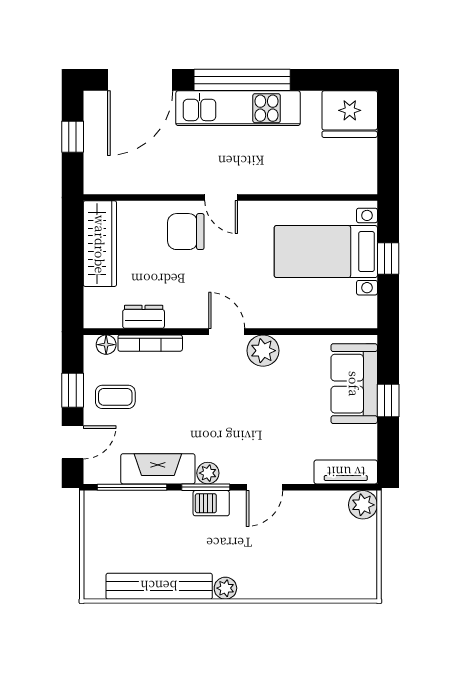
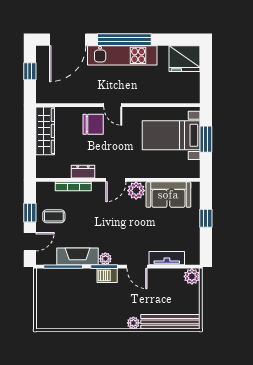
chair: (186, 232) -> (93, 124), turned 180
window: (388, 259) -> (206, 139), width x1.50
dresser: (144, 317) -> (83, 172), moved
door: (227, 332) -> (116, 180), swing flipped
floor lamp: (106, 345) -> (49, 187), removed
sofa: (354, 384) -> (168, 195), moved, turned -90
tv unit: (346, 472) -> (167, 258), moved
door: (264, 487) -> (137, 267), hinge flipped
bench: (159, 586) -> (170, 322), moved
plant: (225, 588) -> (133, 323), moved

